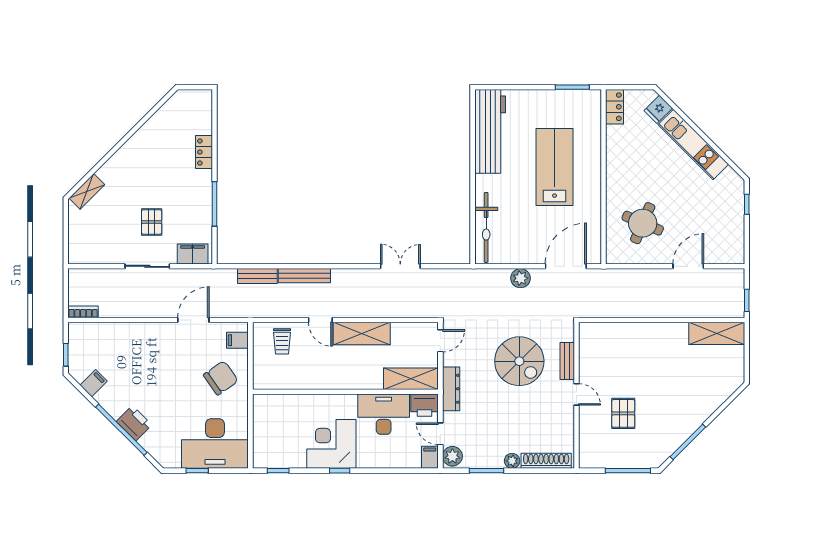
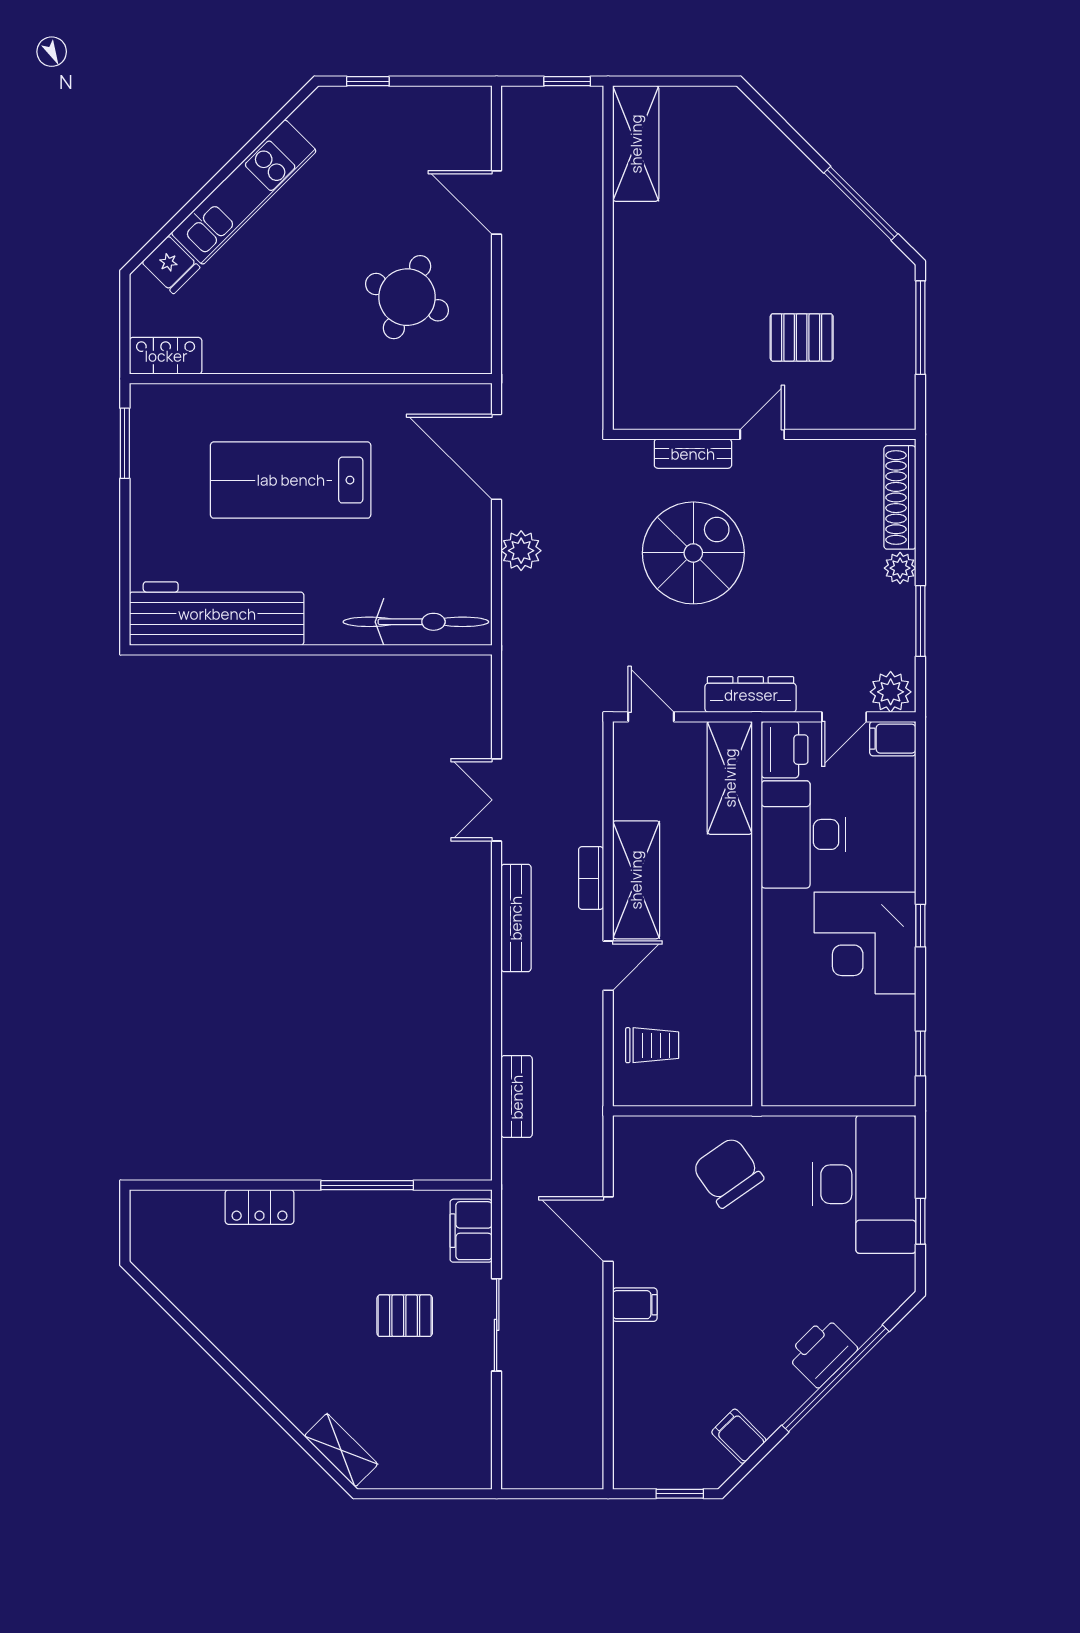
bench: (304, 276) -> (516, 918), moved
bookcase: (83, 312) -> (591, 878), moved
filing cabinet: (237, 340) -> (635, 1305), moved, turned -90

